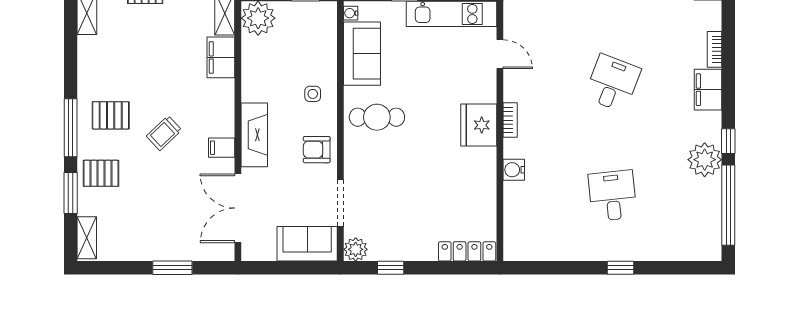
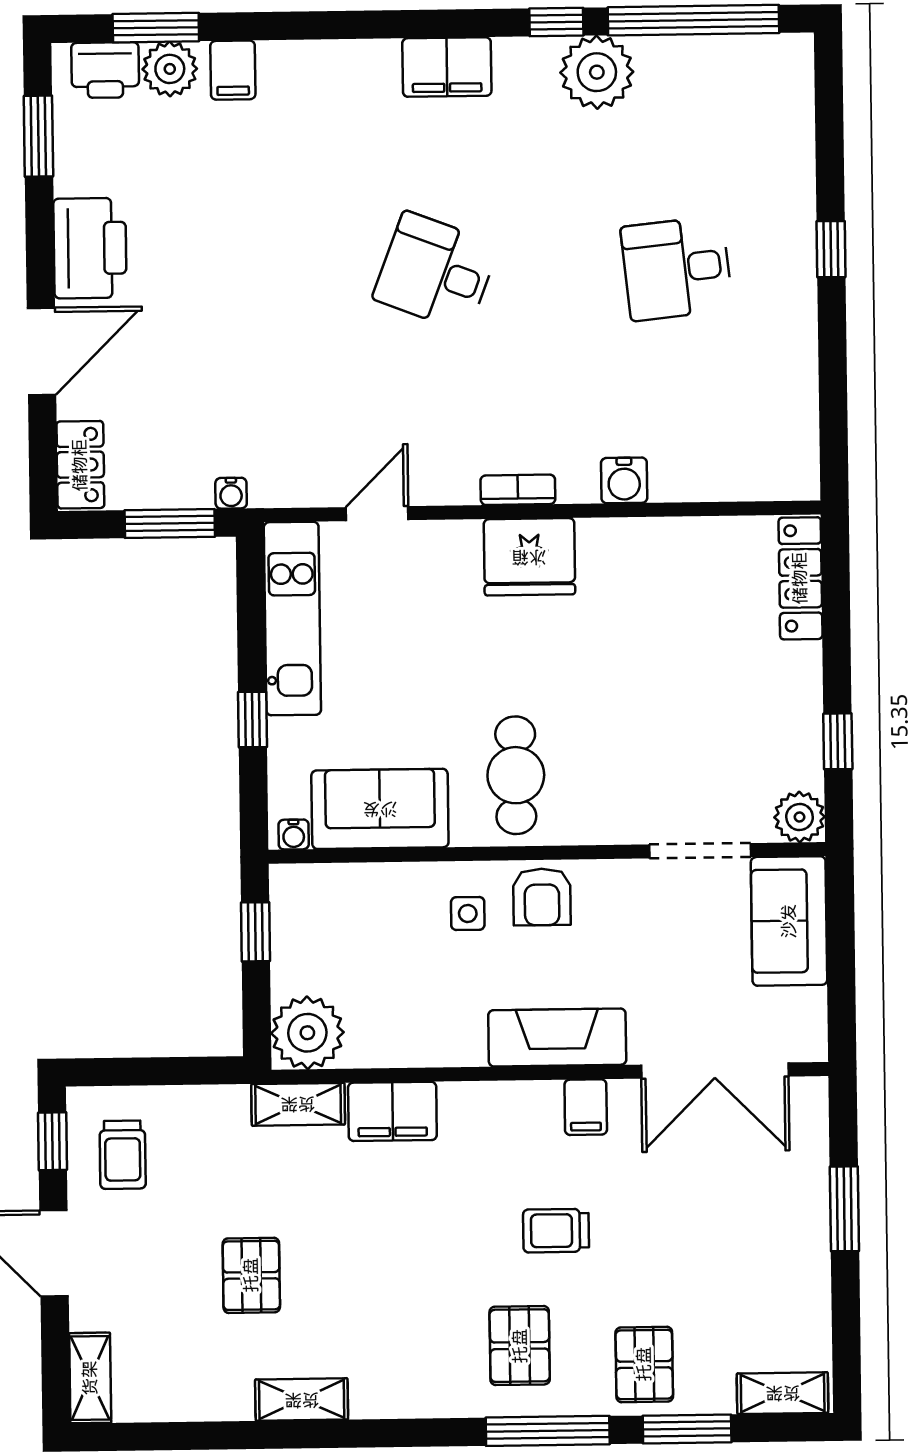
bookcase: (715, 49) -> (360, 54), removed
trolley: (164, 133) -> (556, 1231), turned 133
armchair: (317, 150) -> (542, 897), moved

